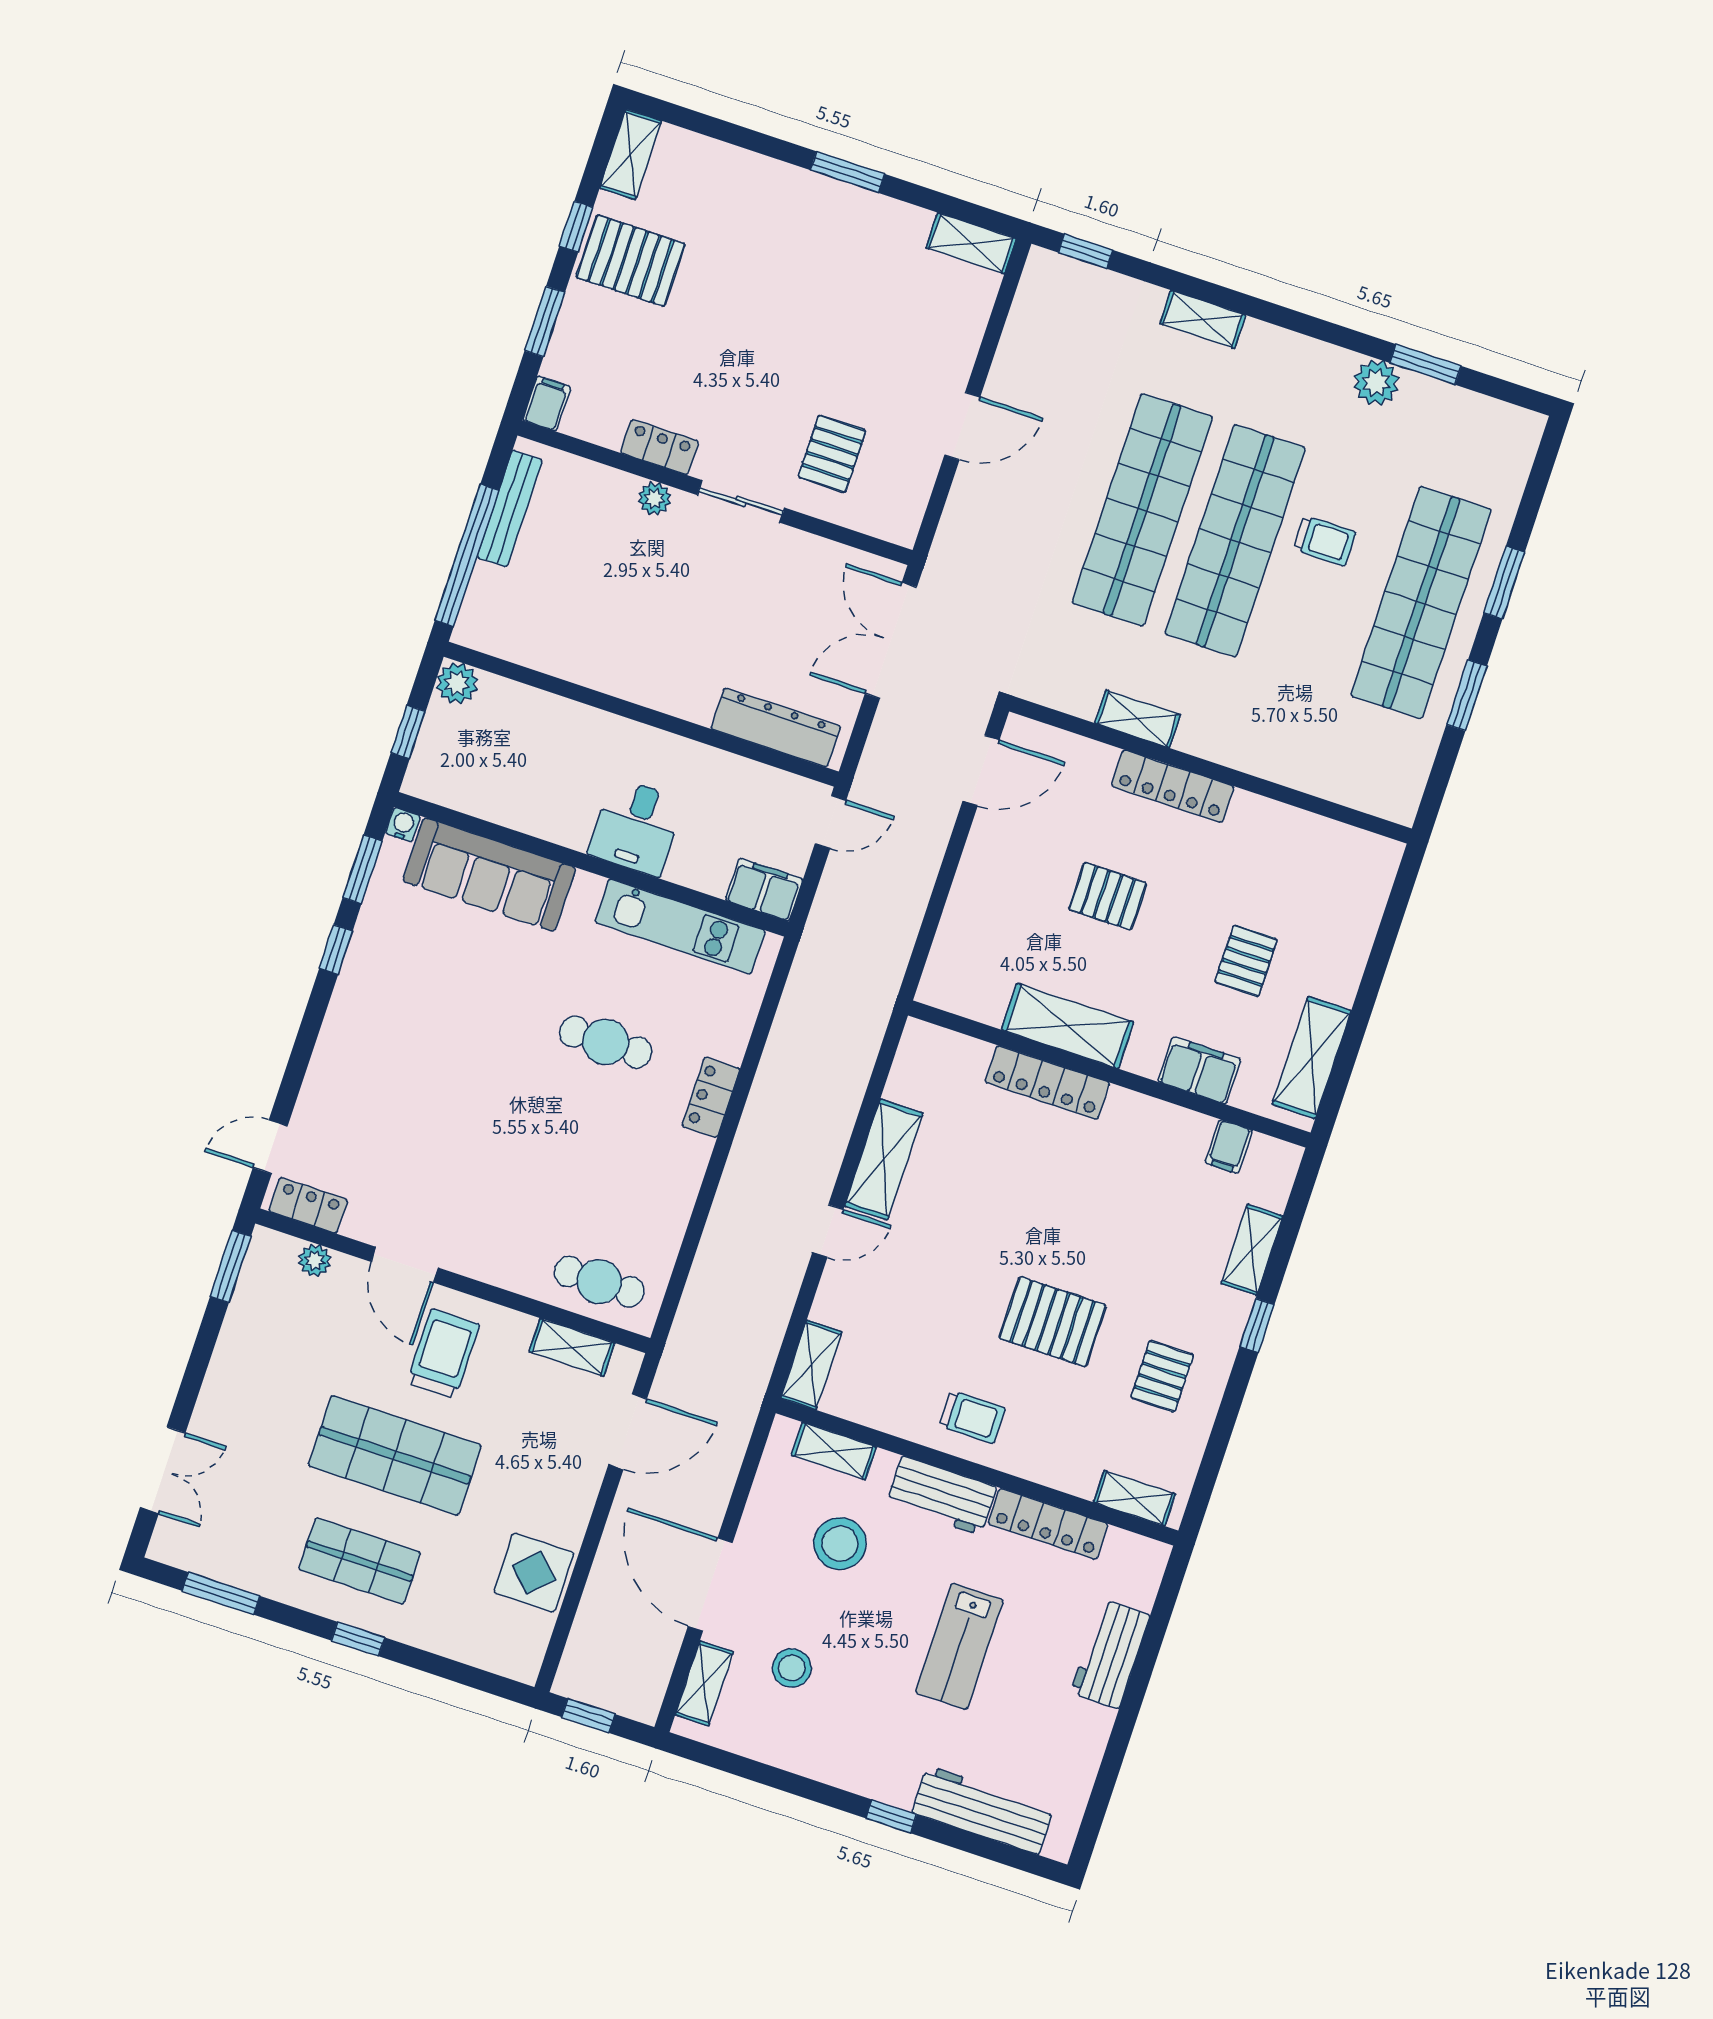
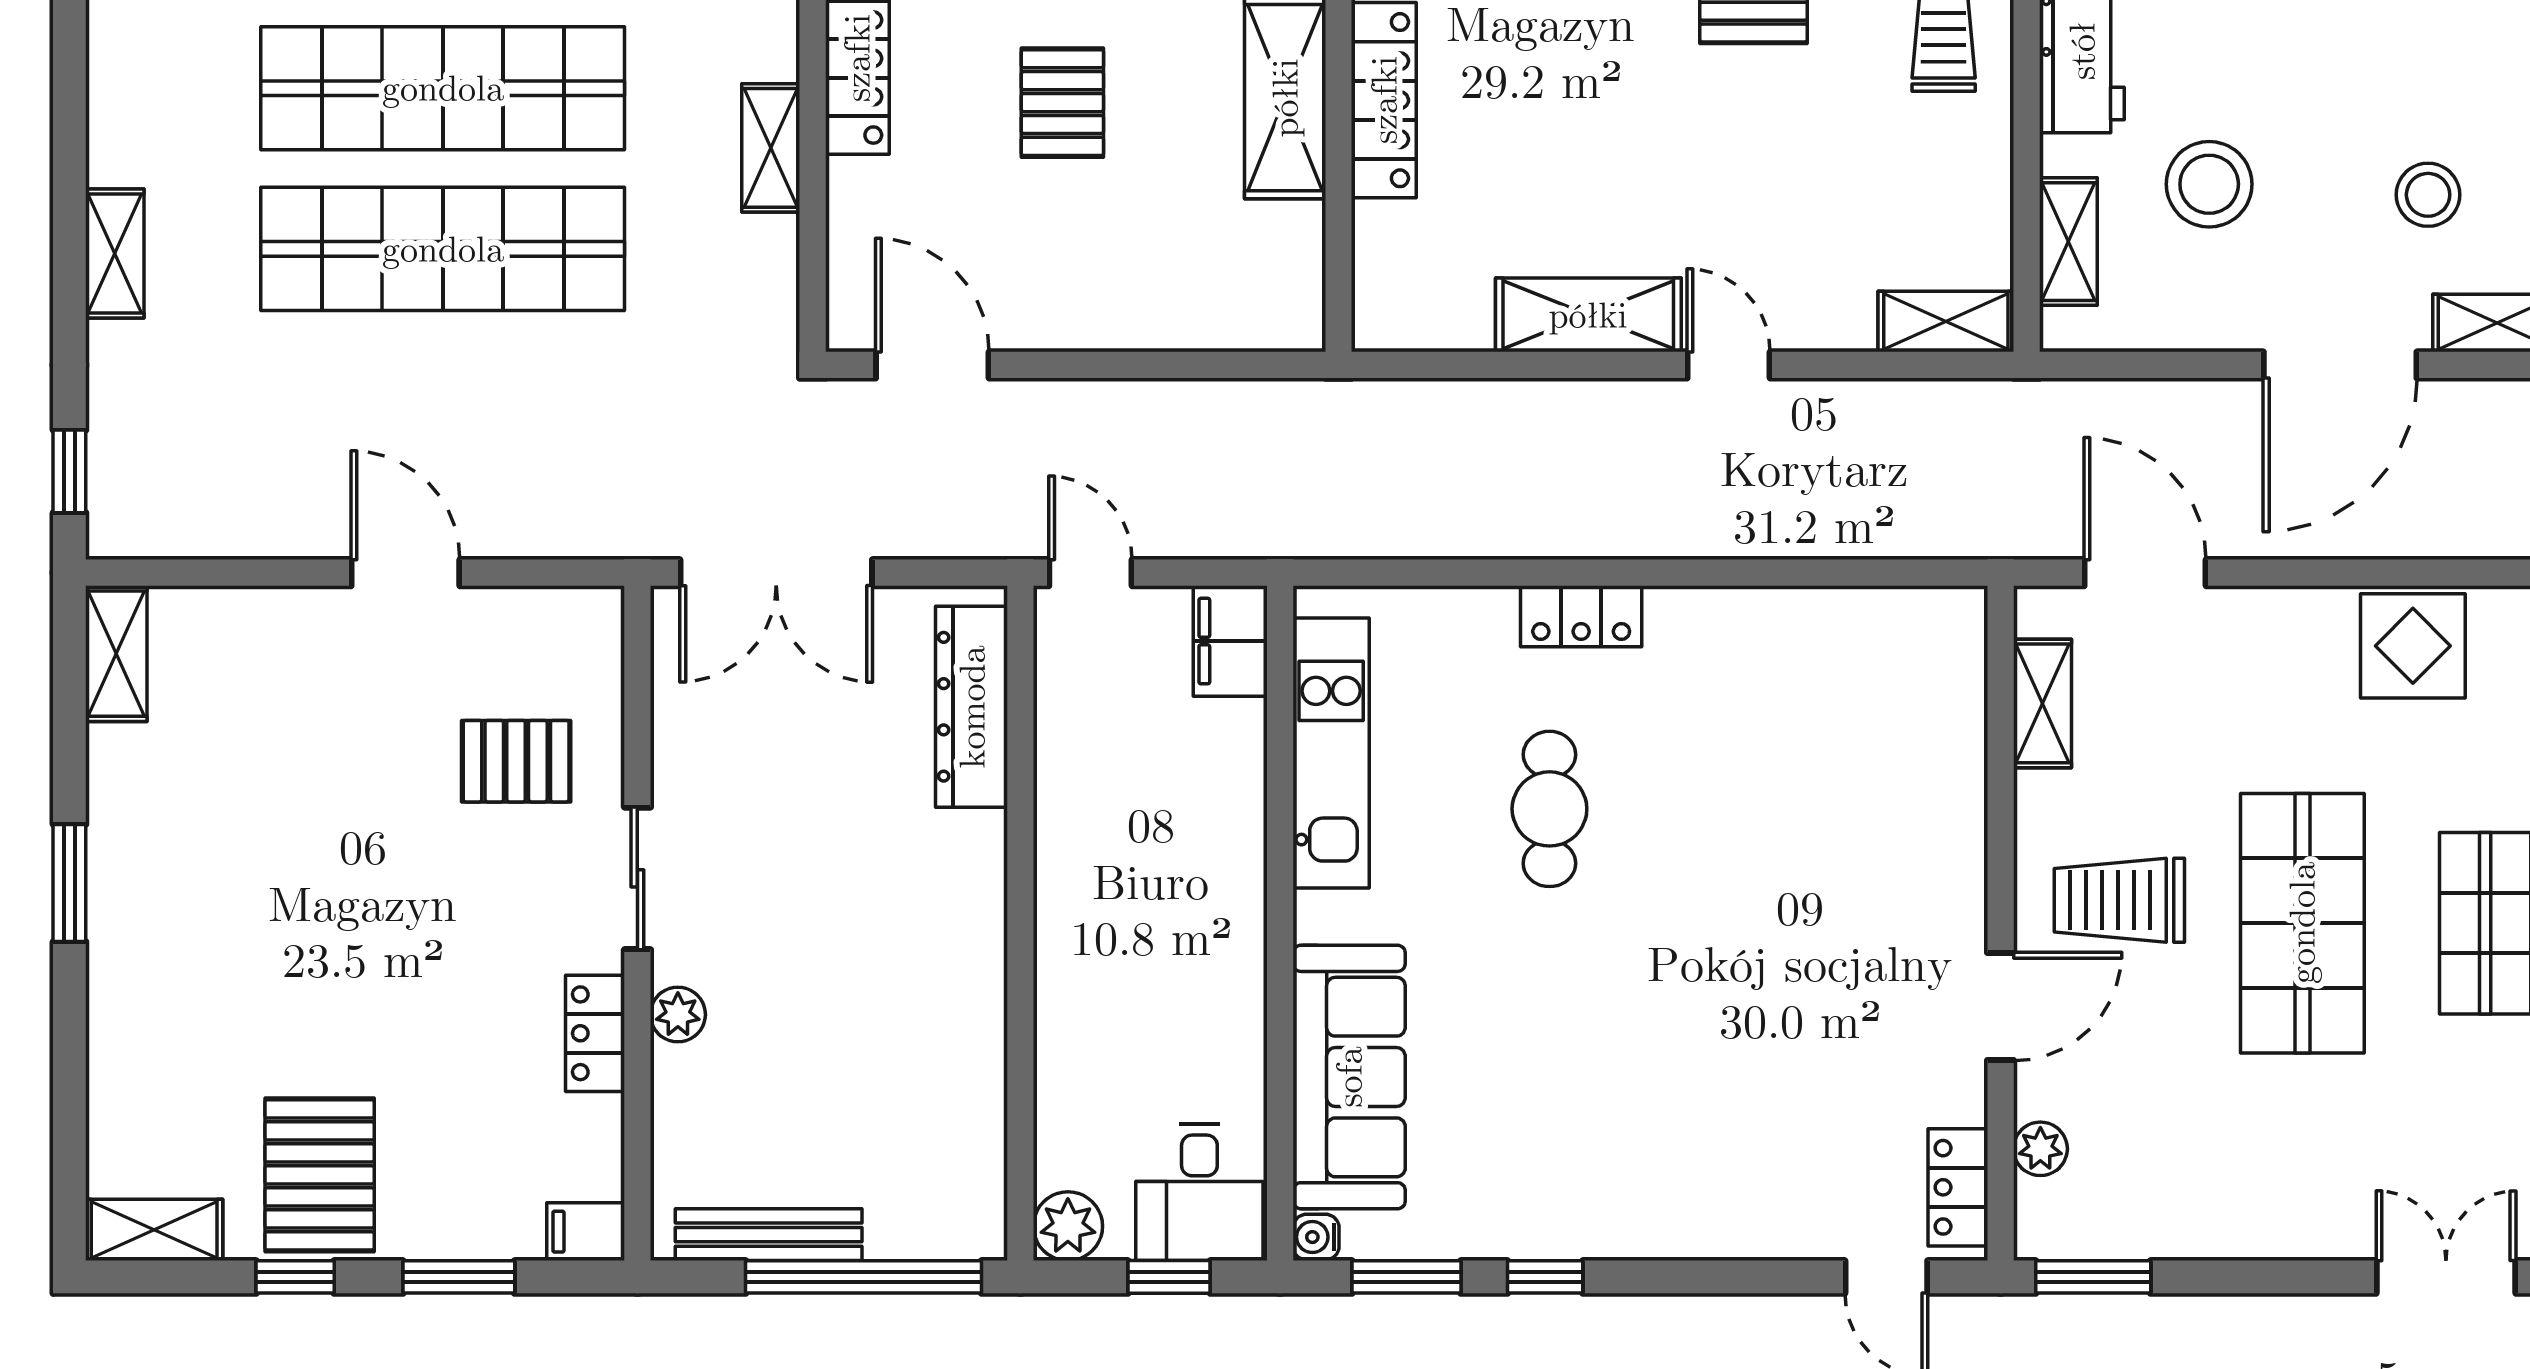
desk: (636, 827) -> (1199, 1192), moved, turned 90
cafe table: (599, 1282) -> (1926, 695), removed

